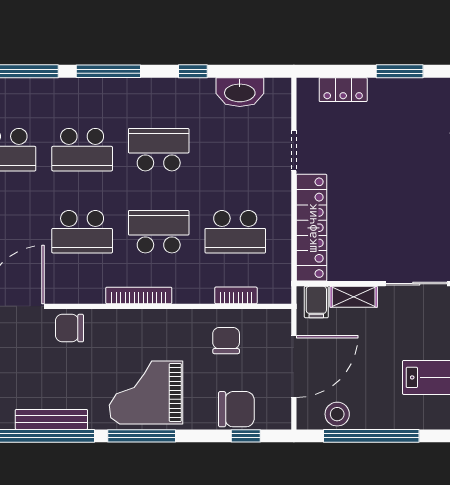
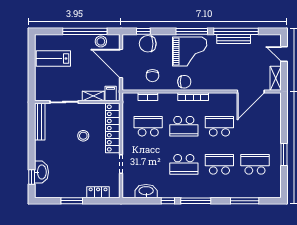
window: (108, 71) -> (196, 201), moved
stool: (375, 211) -> (83, 136), added
chair: (70, 328) -> (184, 82), moved
door: (294, 366) -> (121, 64), hinge flipped

